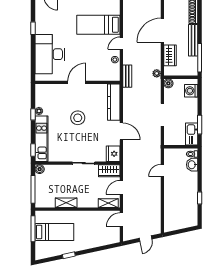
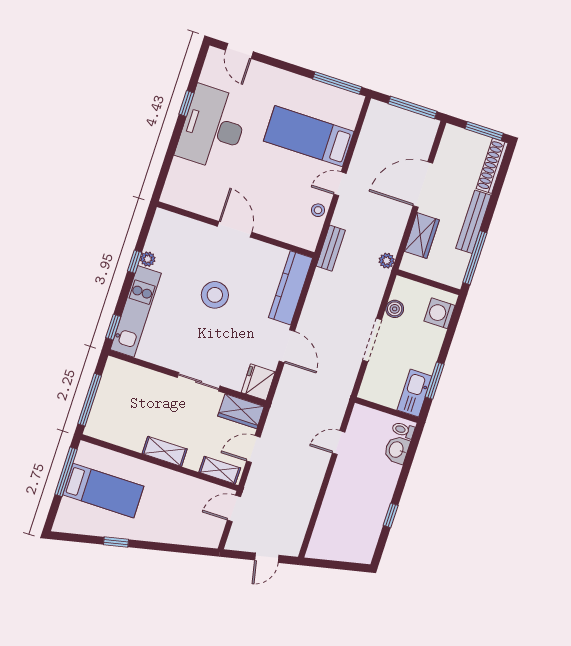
desk: (50, 54) -> (213, 128), moved
door: (77, 82) -> (235, 229), hinge flipped
boiler: (168, 83) -> (395, 309), moved
boiler: (40, 169) -> (114, 366), removed
shelving: (66, 203) -> (165, 451), moved

